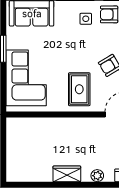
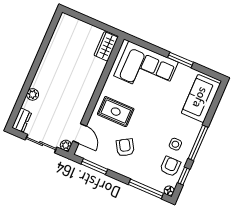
wardrobe: (67, 174) -> (106, 46), moved, turned 180

